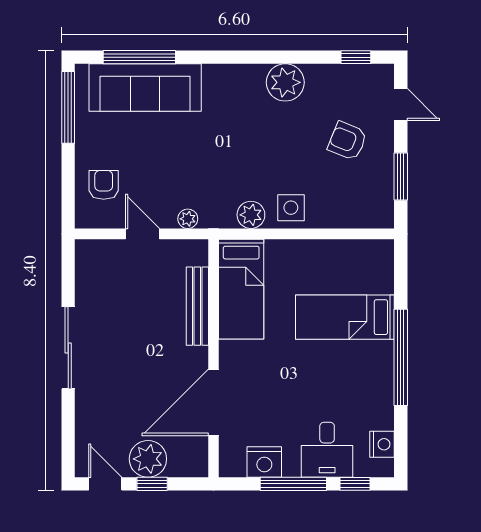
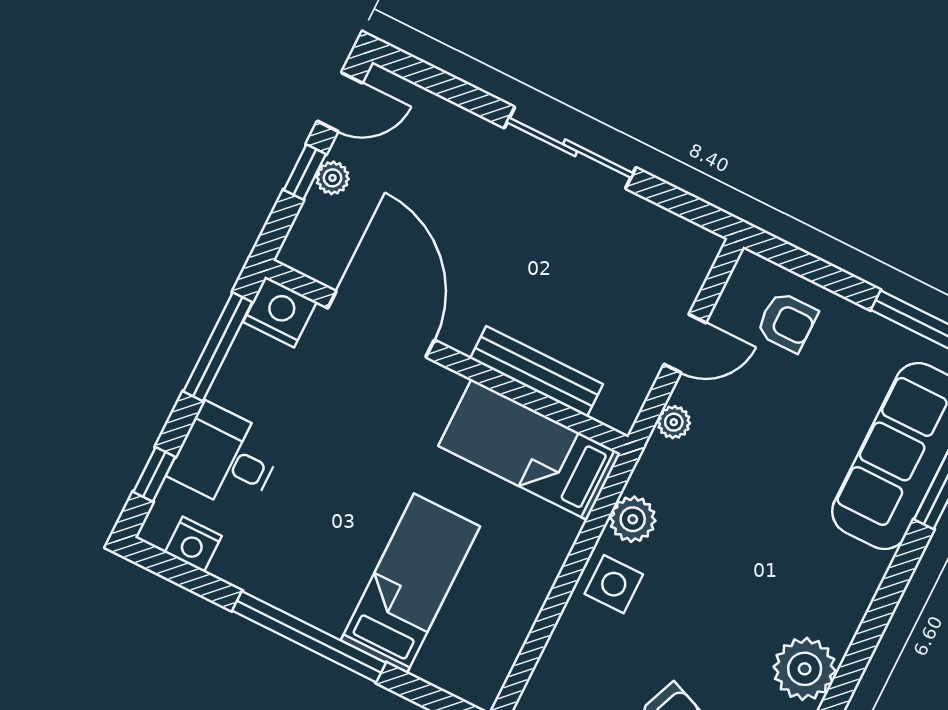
plant: (148, 459) -> (333, 178), width x0.53, depth x0.53
nightstand: (264, 462) -> (280, 312), moved, turned 90
window: (293, 484) -> (218, 347), moved

